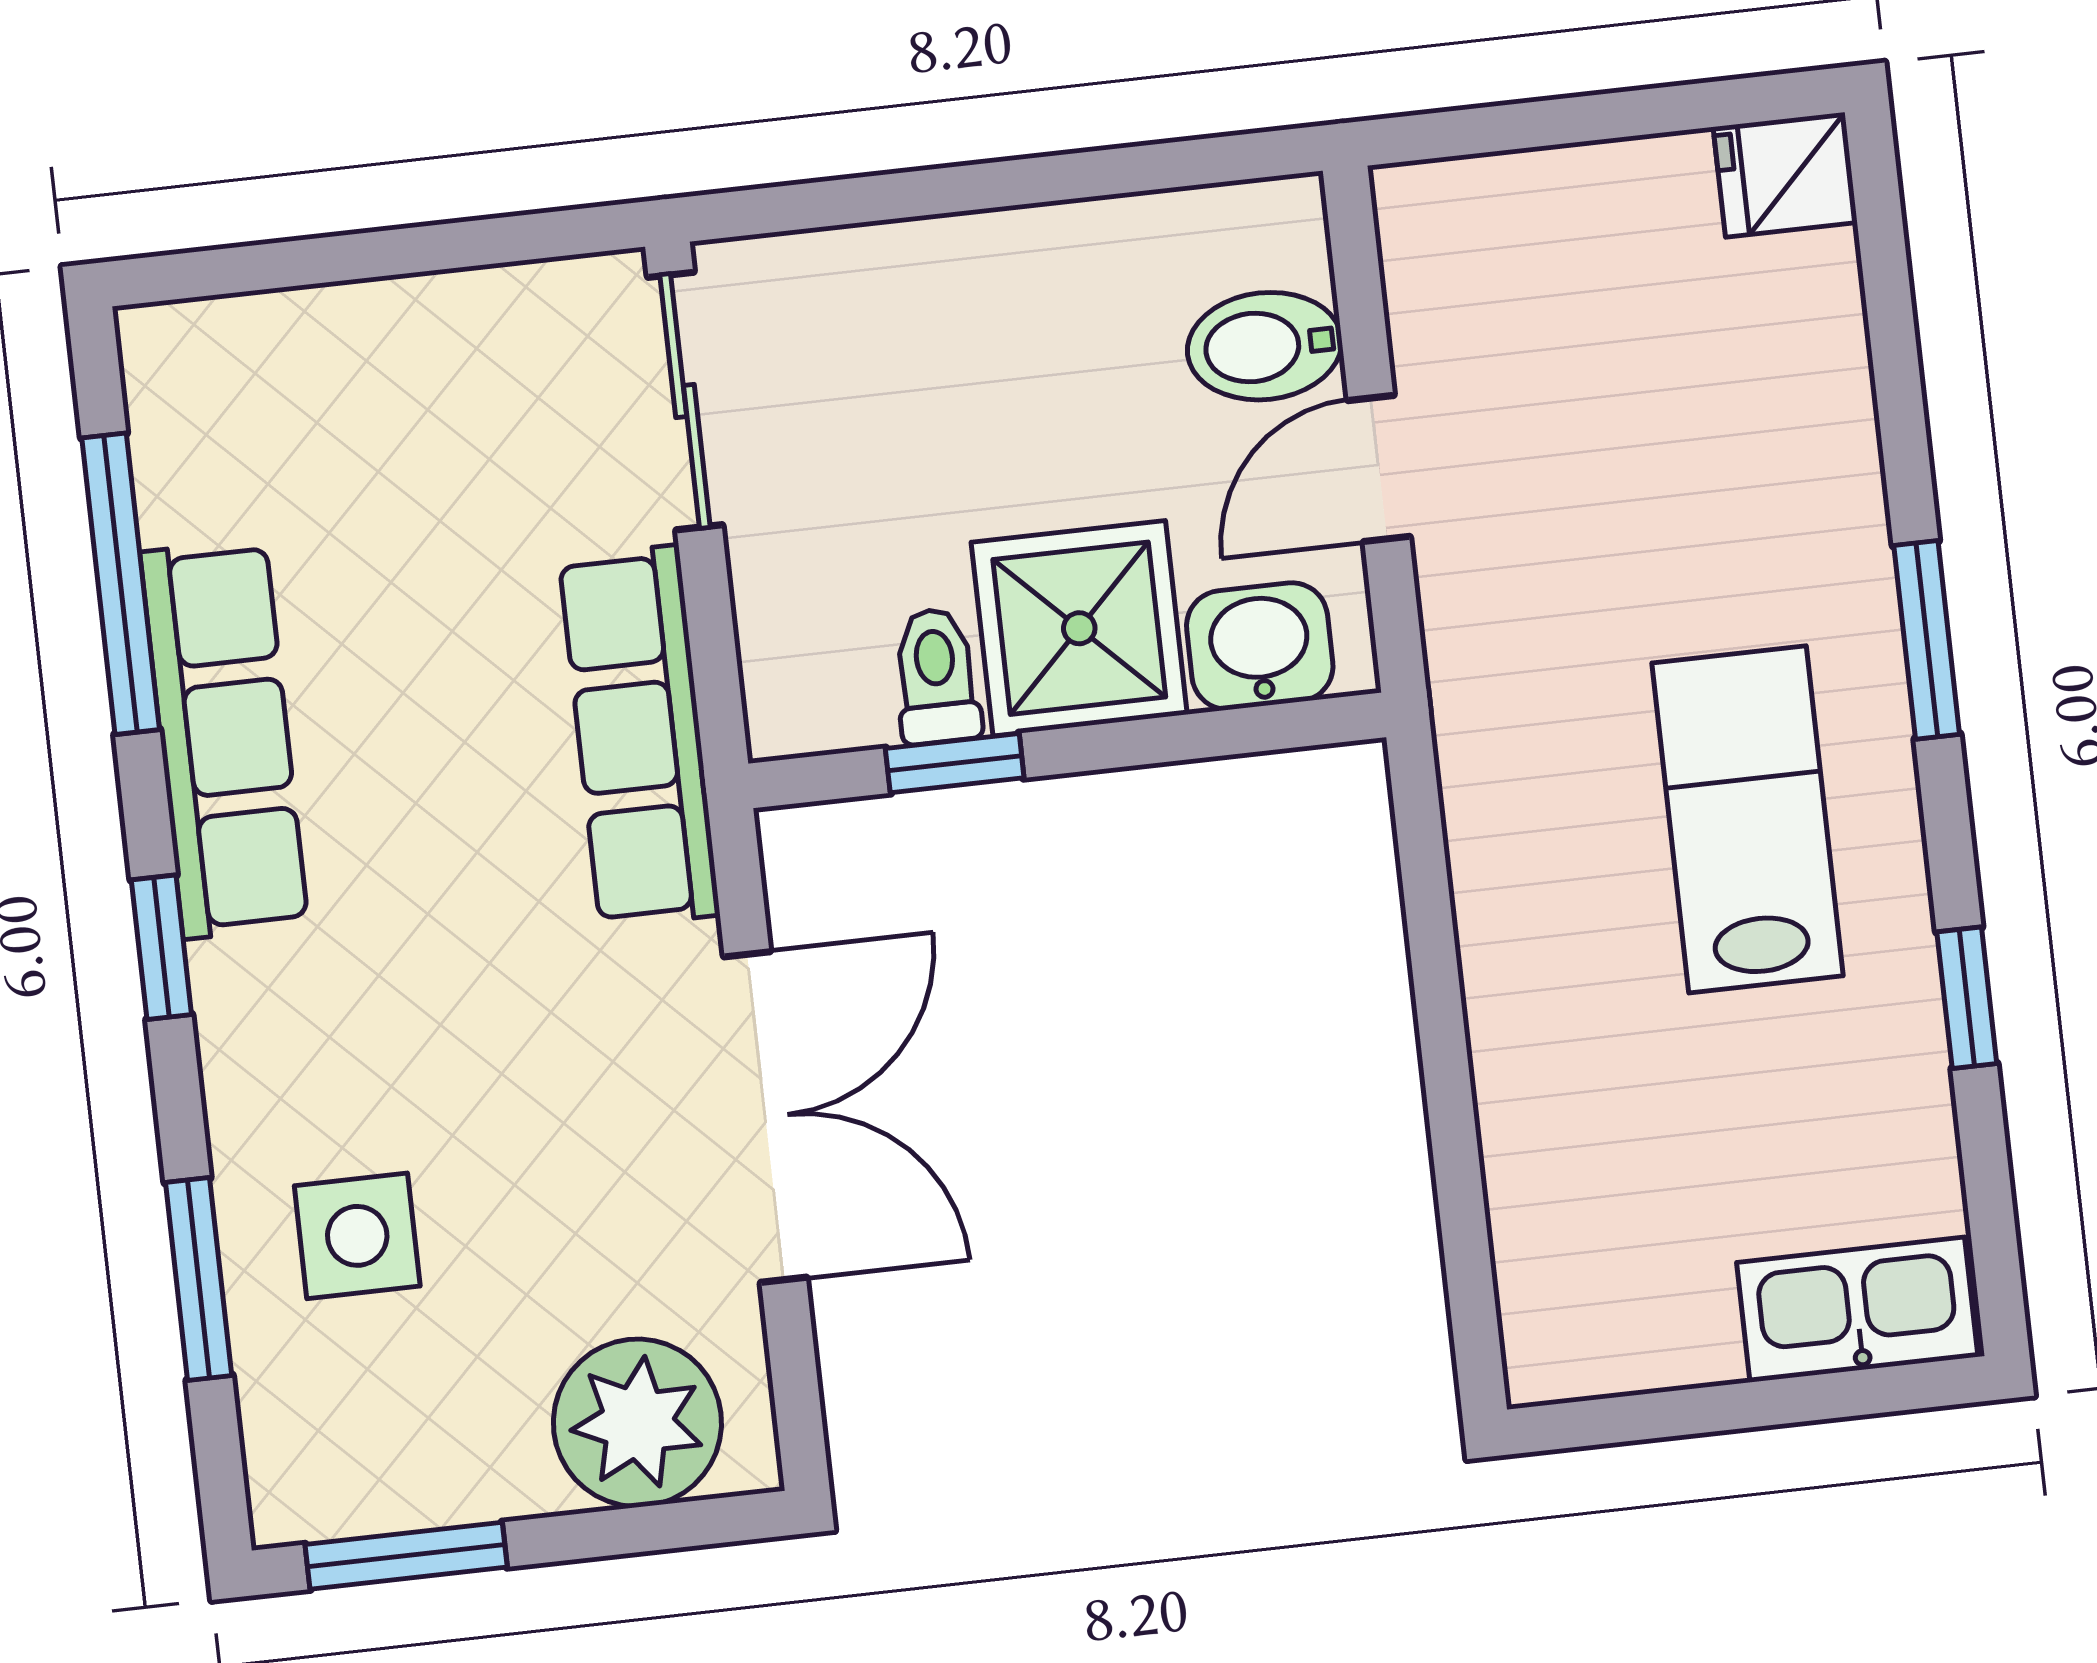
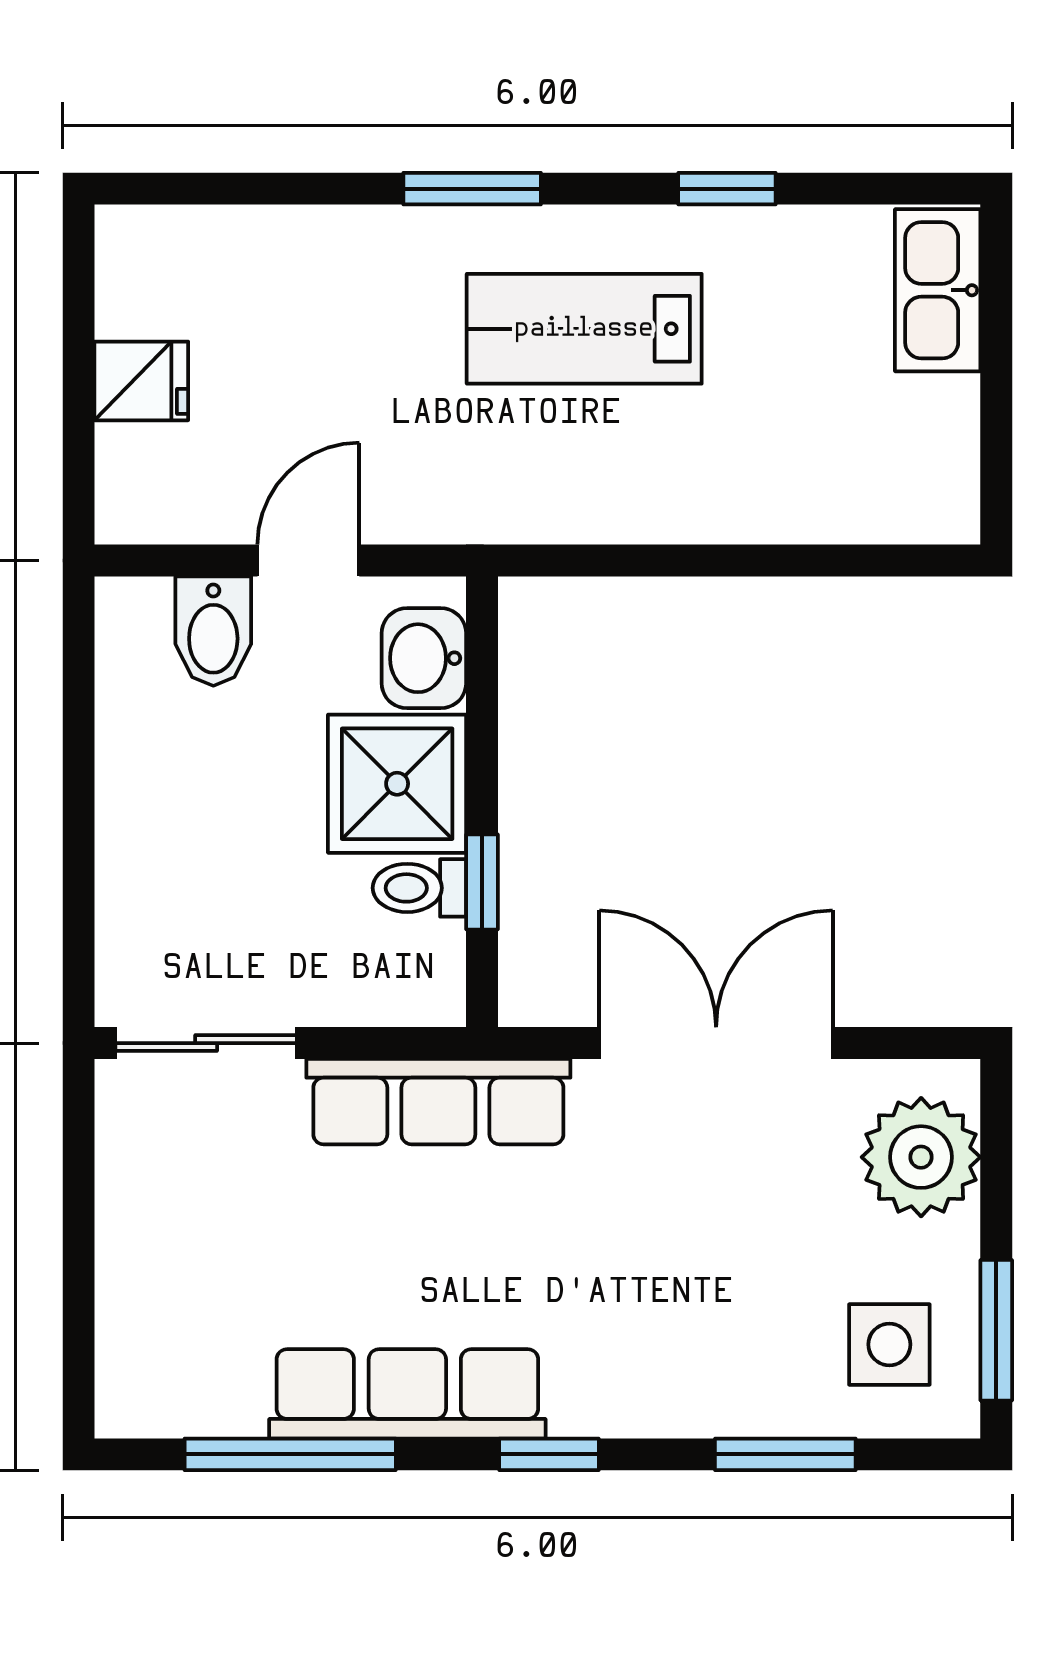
fridge: (1785, 175) -> (141, 381), moved, turned -90
door: (1379, 469) -> (308, 560), swing flipped
side table: (357, 1236) -> (889, 1344), moved

